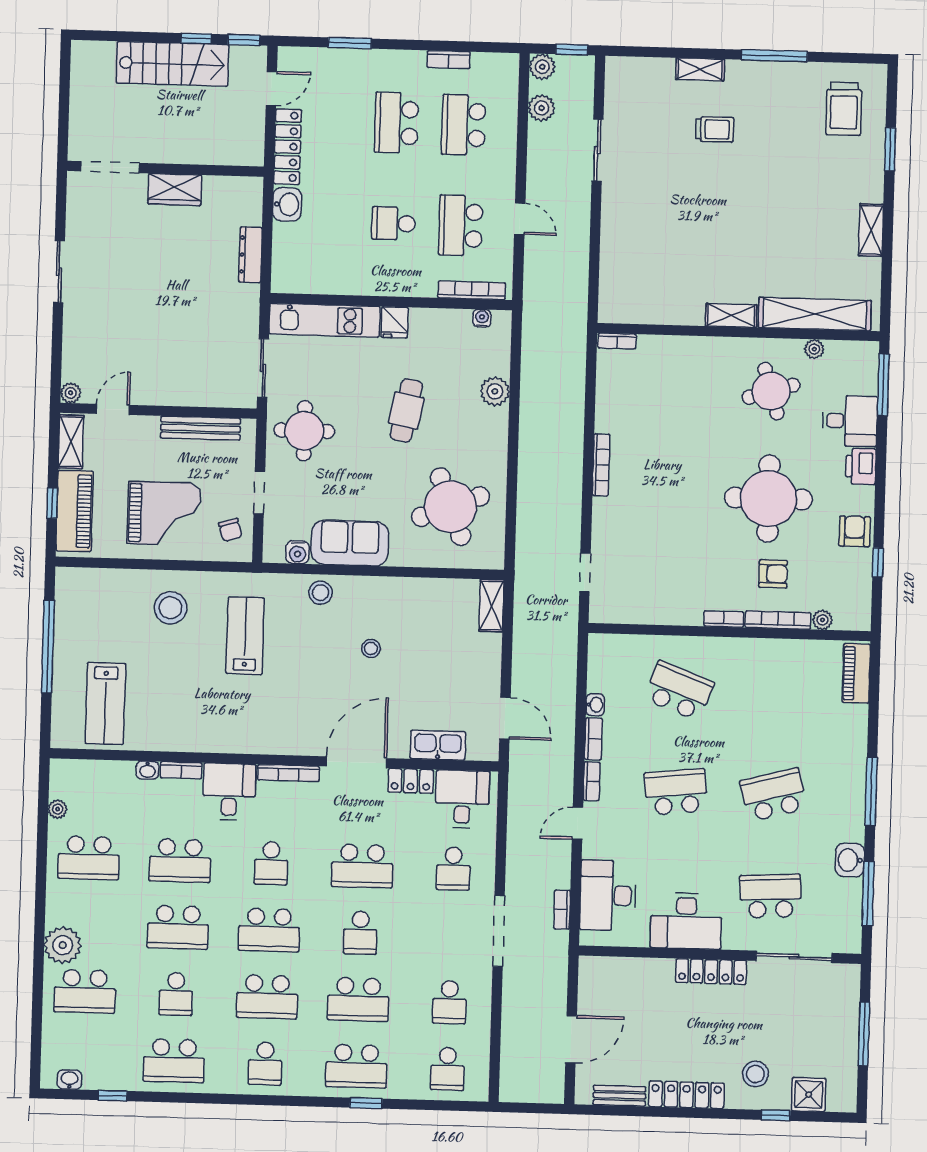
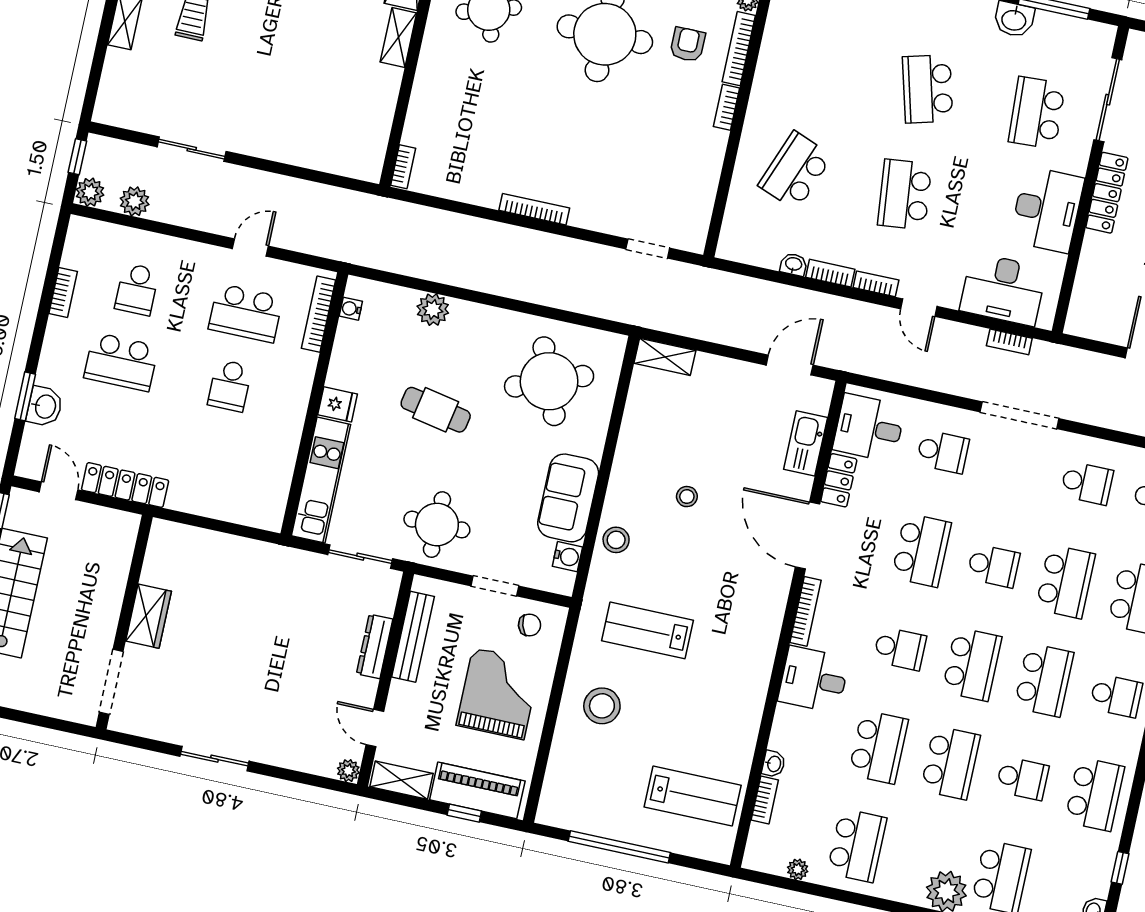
school desk: (464, 125) -> (137, 289), width x0.54
washbasin: (287, 204) -> (45, 406), moved, turned 90
dresser: (250, 255) -> (375, 646), moved, turned 90
bookcase: (181, 770) -> (765, 800), moved

